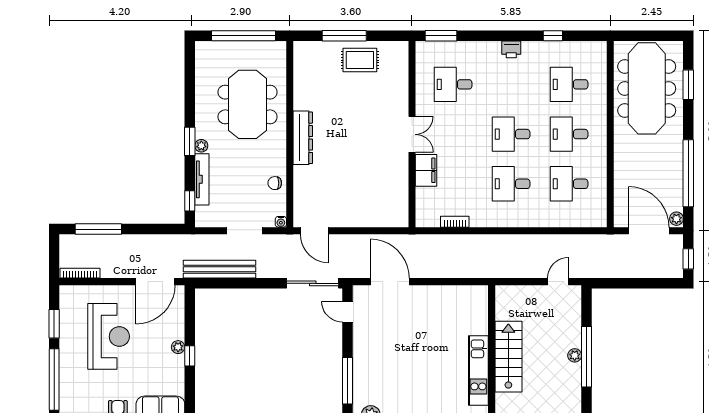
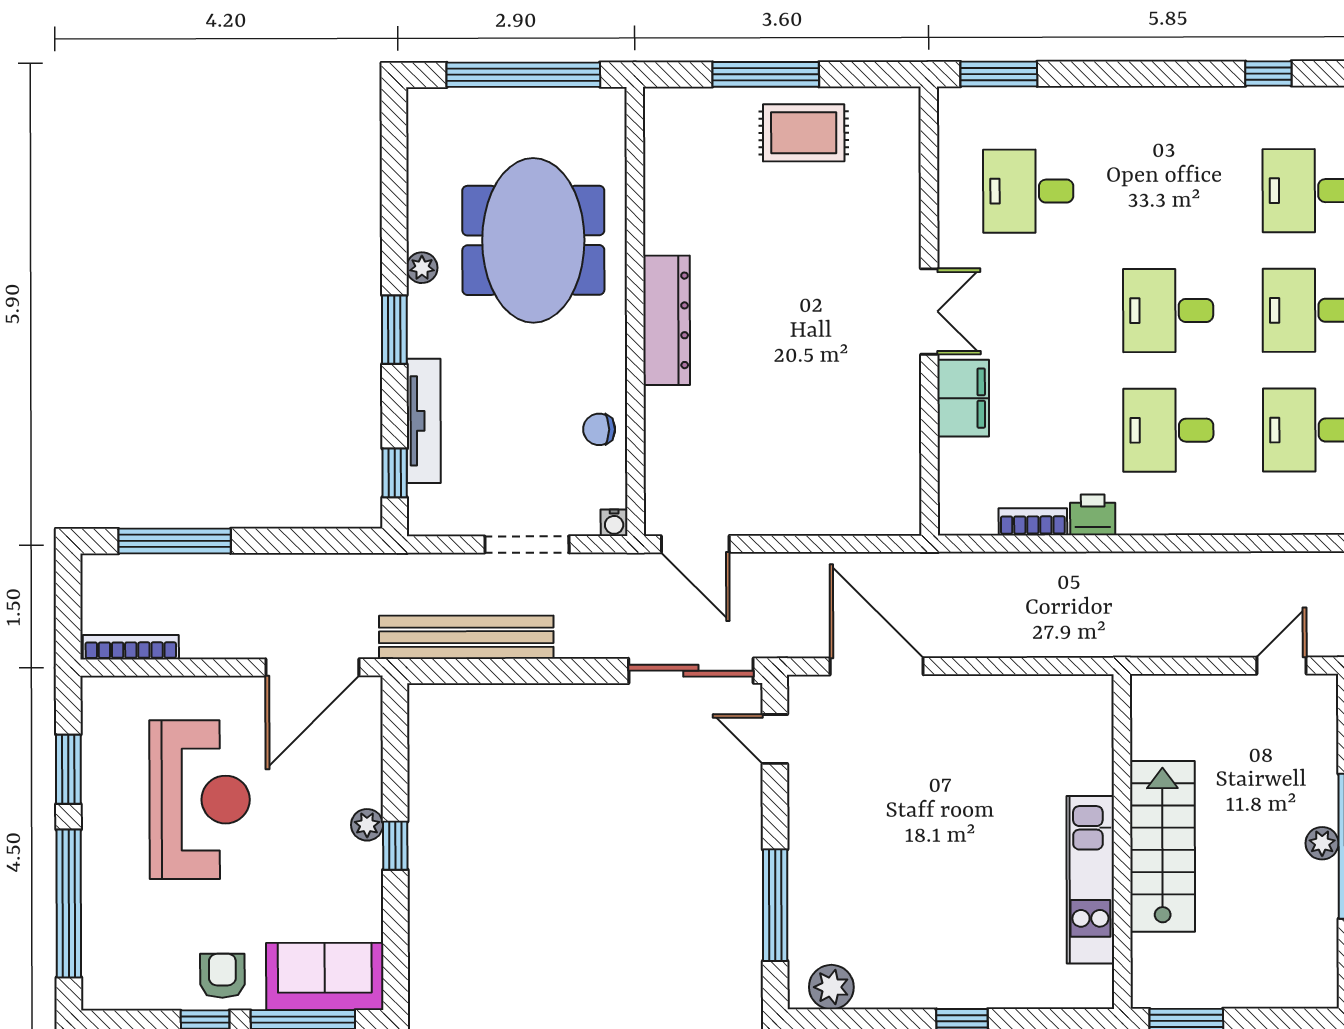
printer: (511, 49) -> (1093, 515), moved, turned 180
plant: (201, 146) -> (422, 268), moved

